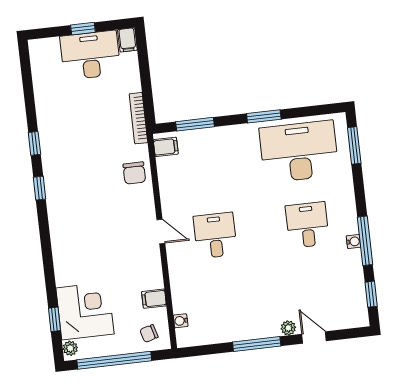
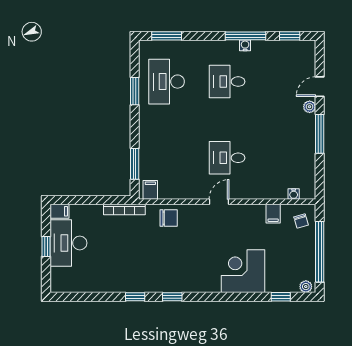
window: (264, 116) -> (135, 91), moved
desk: (299, 152) -> (167, 82), width x0.73, depth x0.77
corner desk: (85, 311) -> (243, 271), moved

